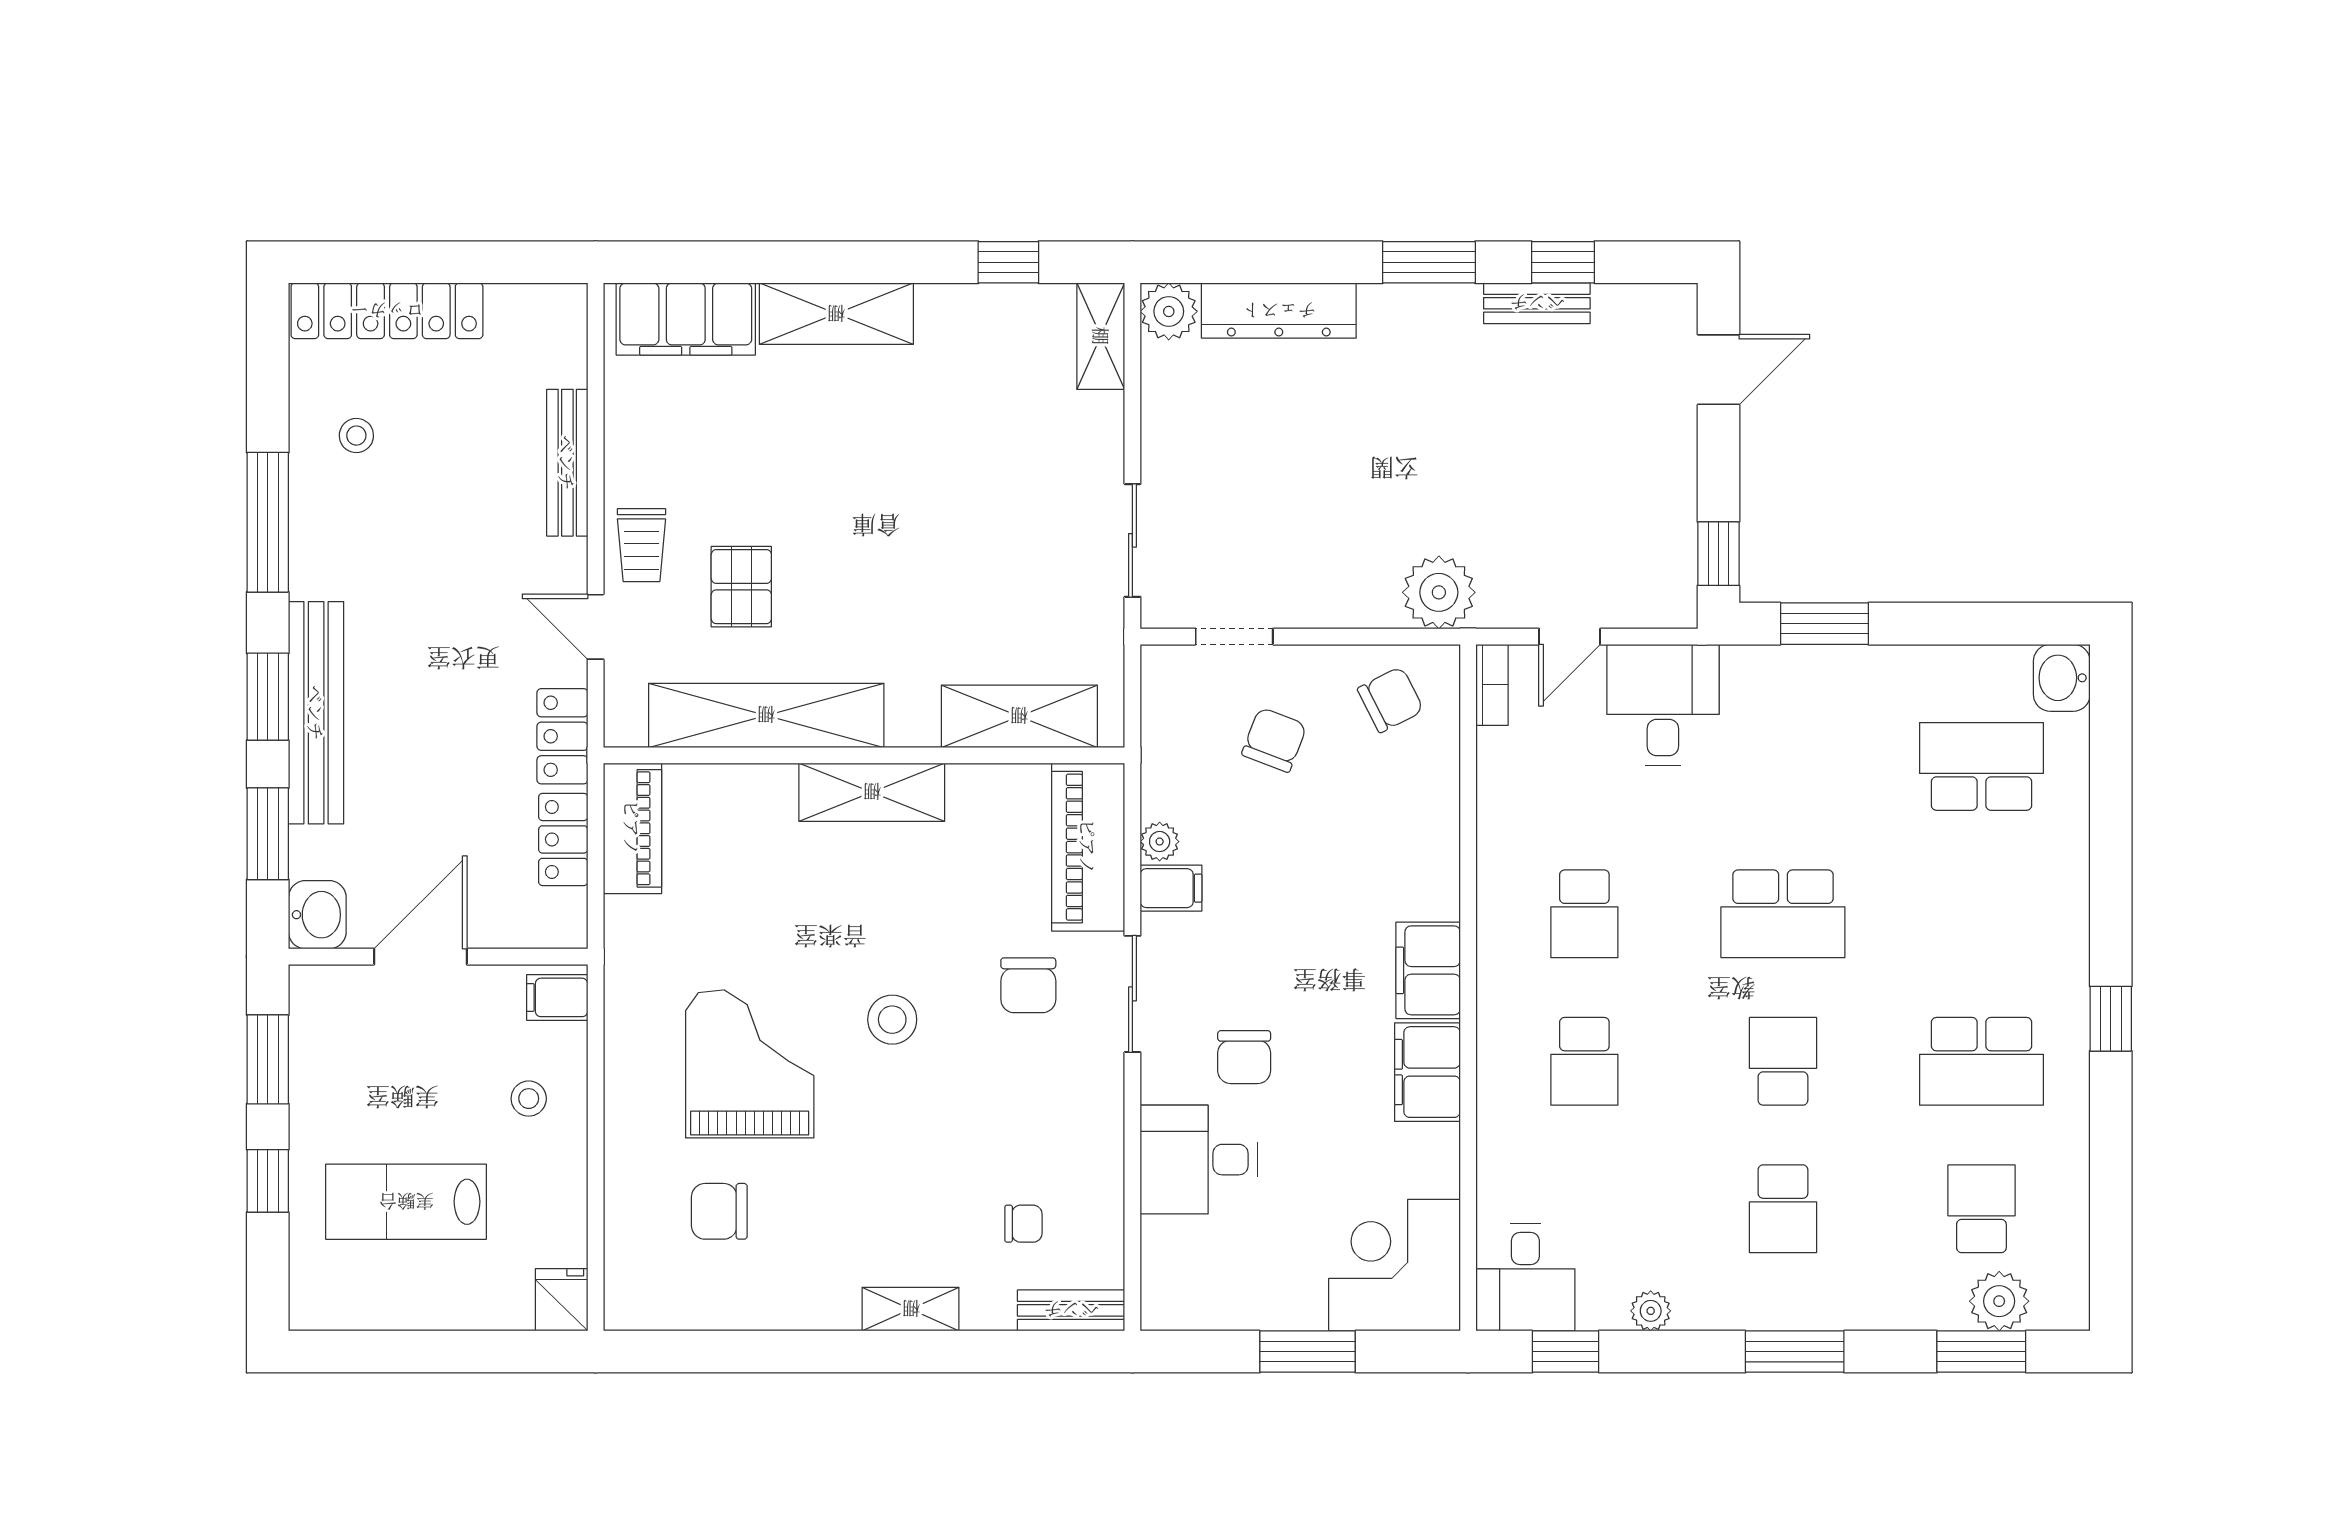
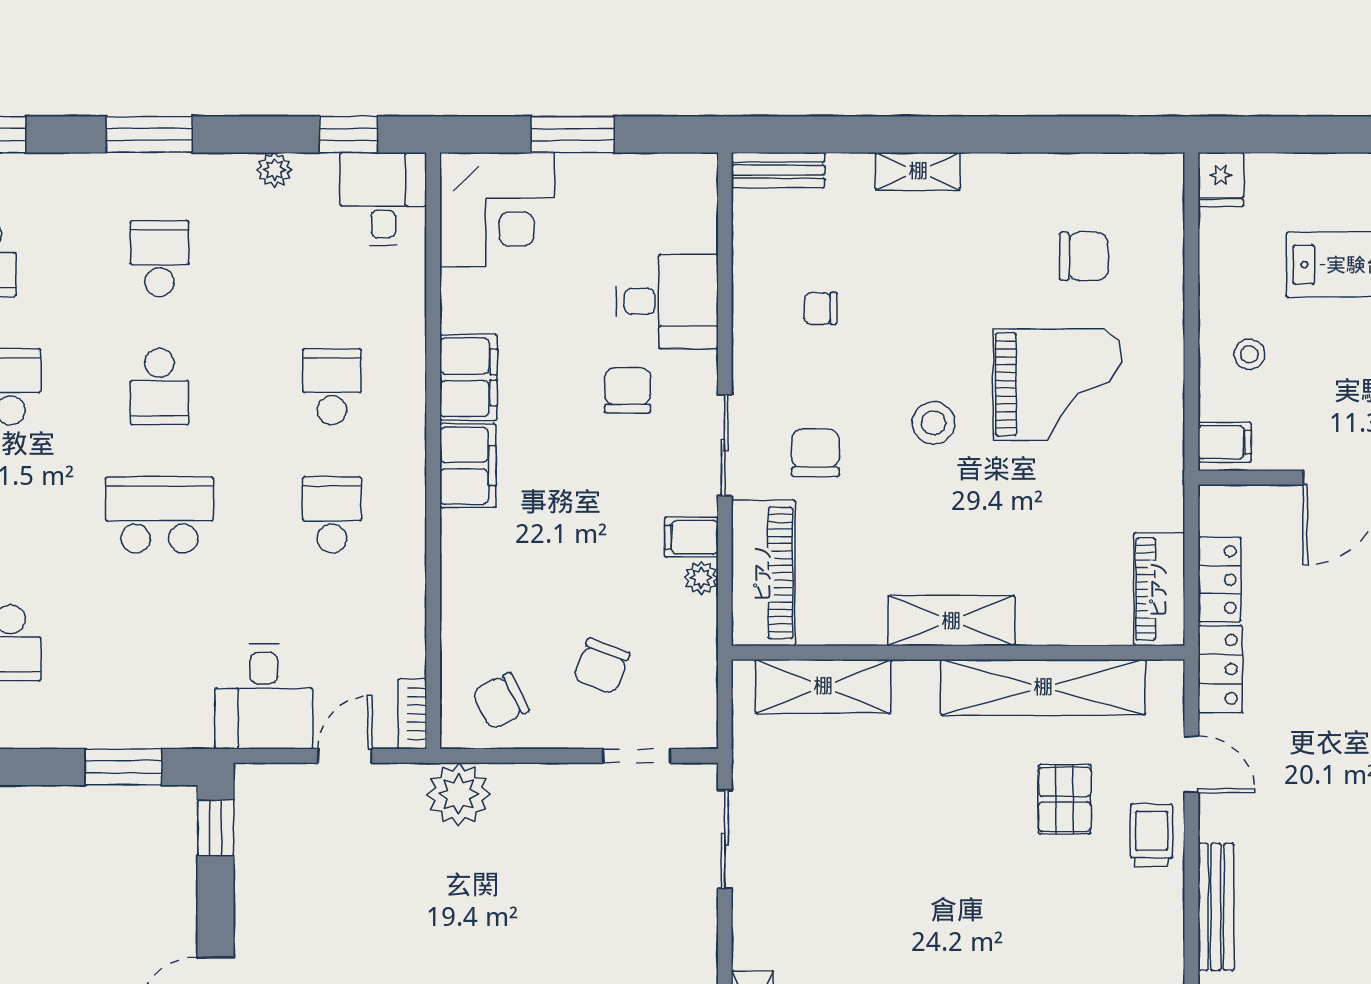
grand piano: (750, 1064) -> (1057, 384), turned -90
chair: (1023, 1224) -> (821, 308), moved

